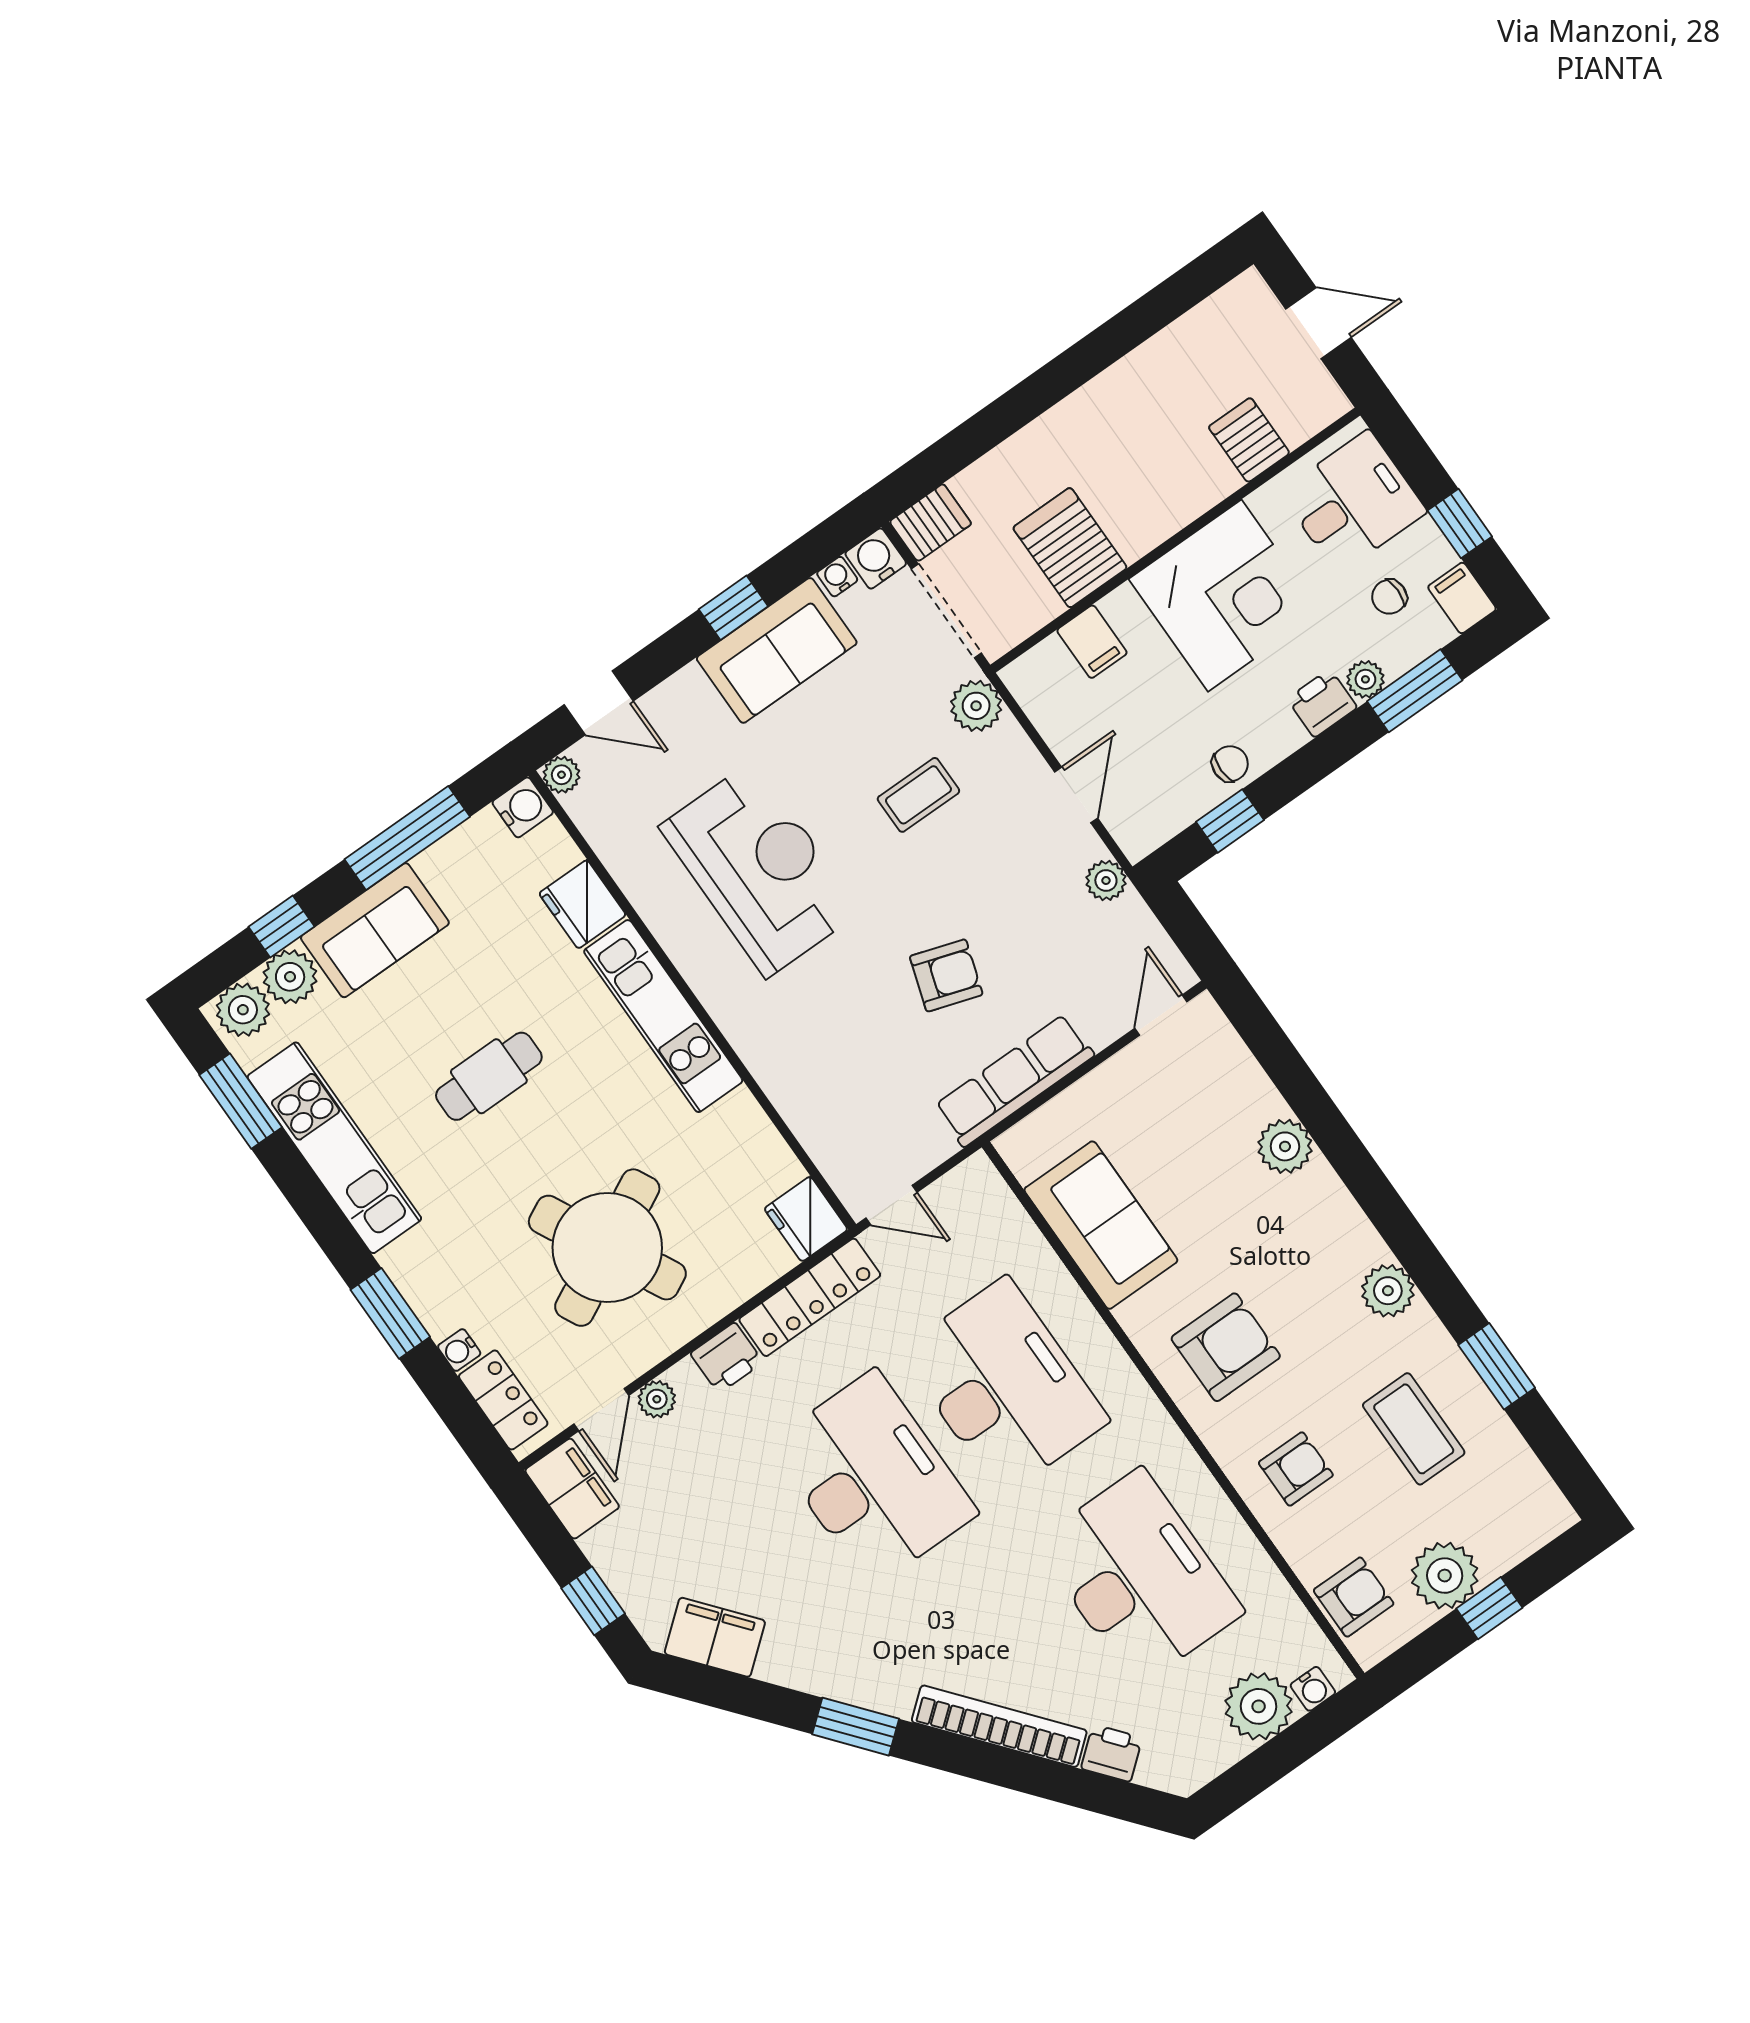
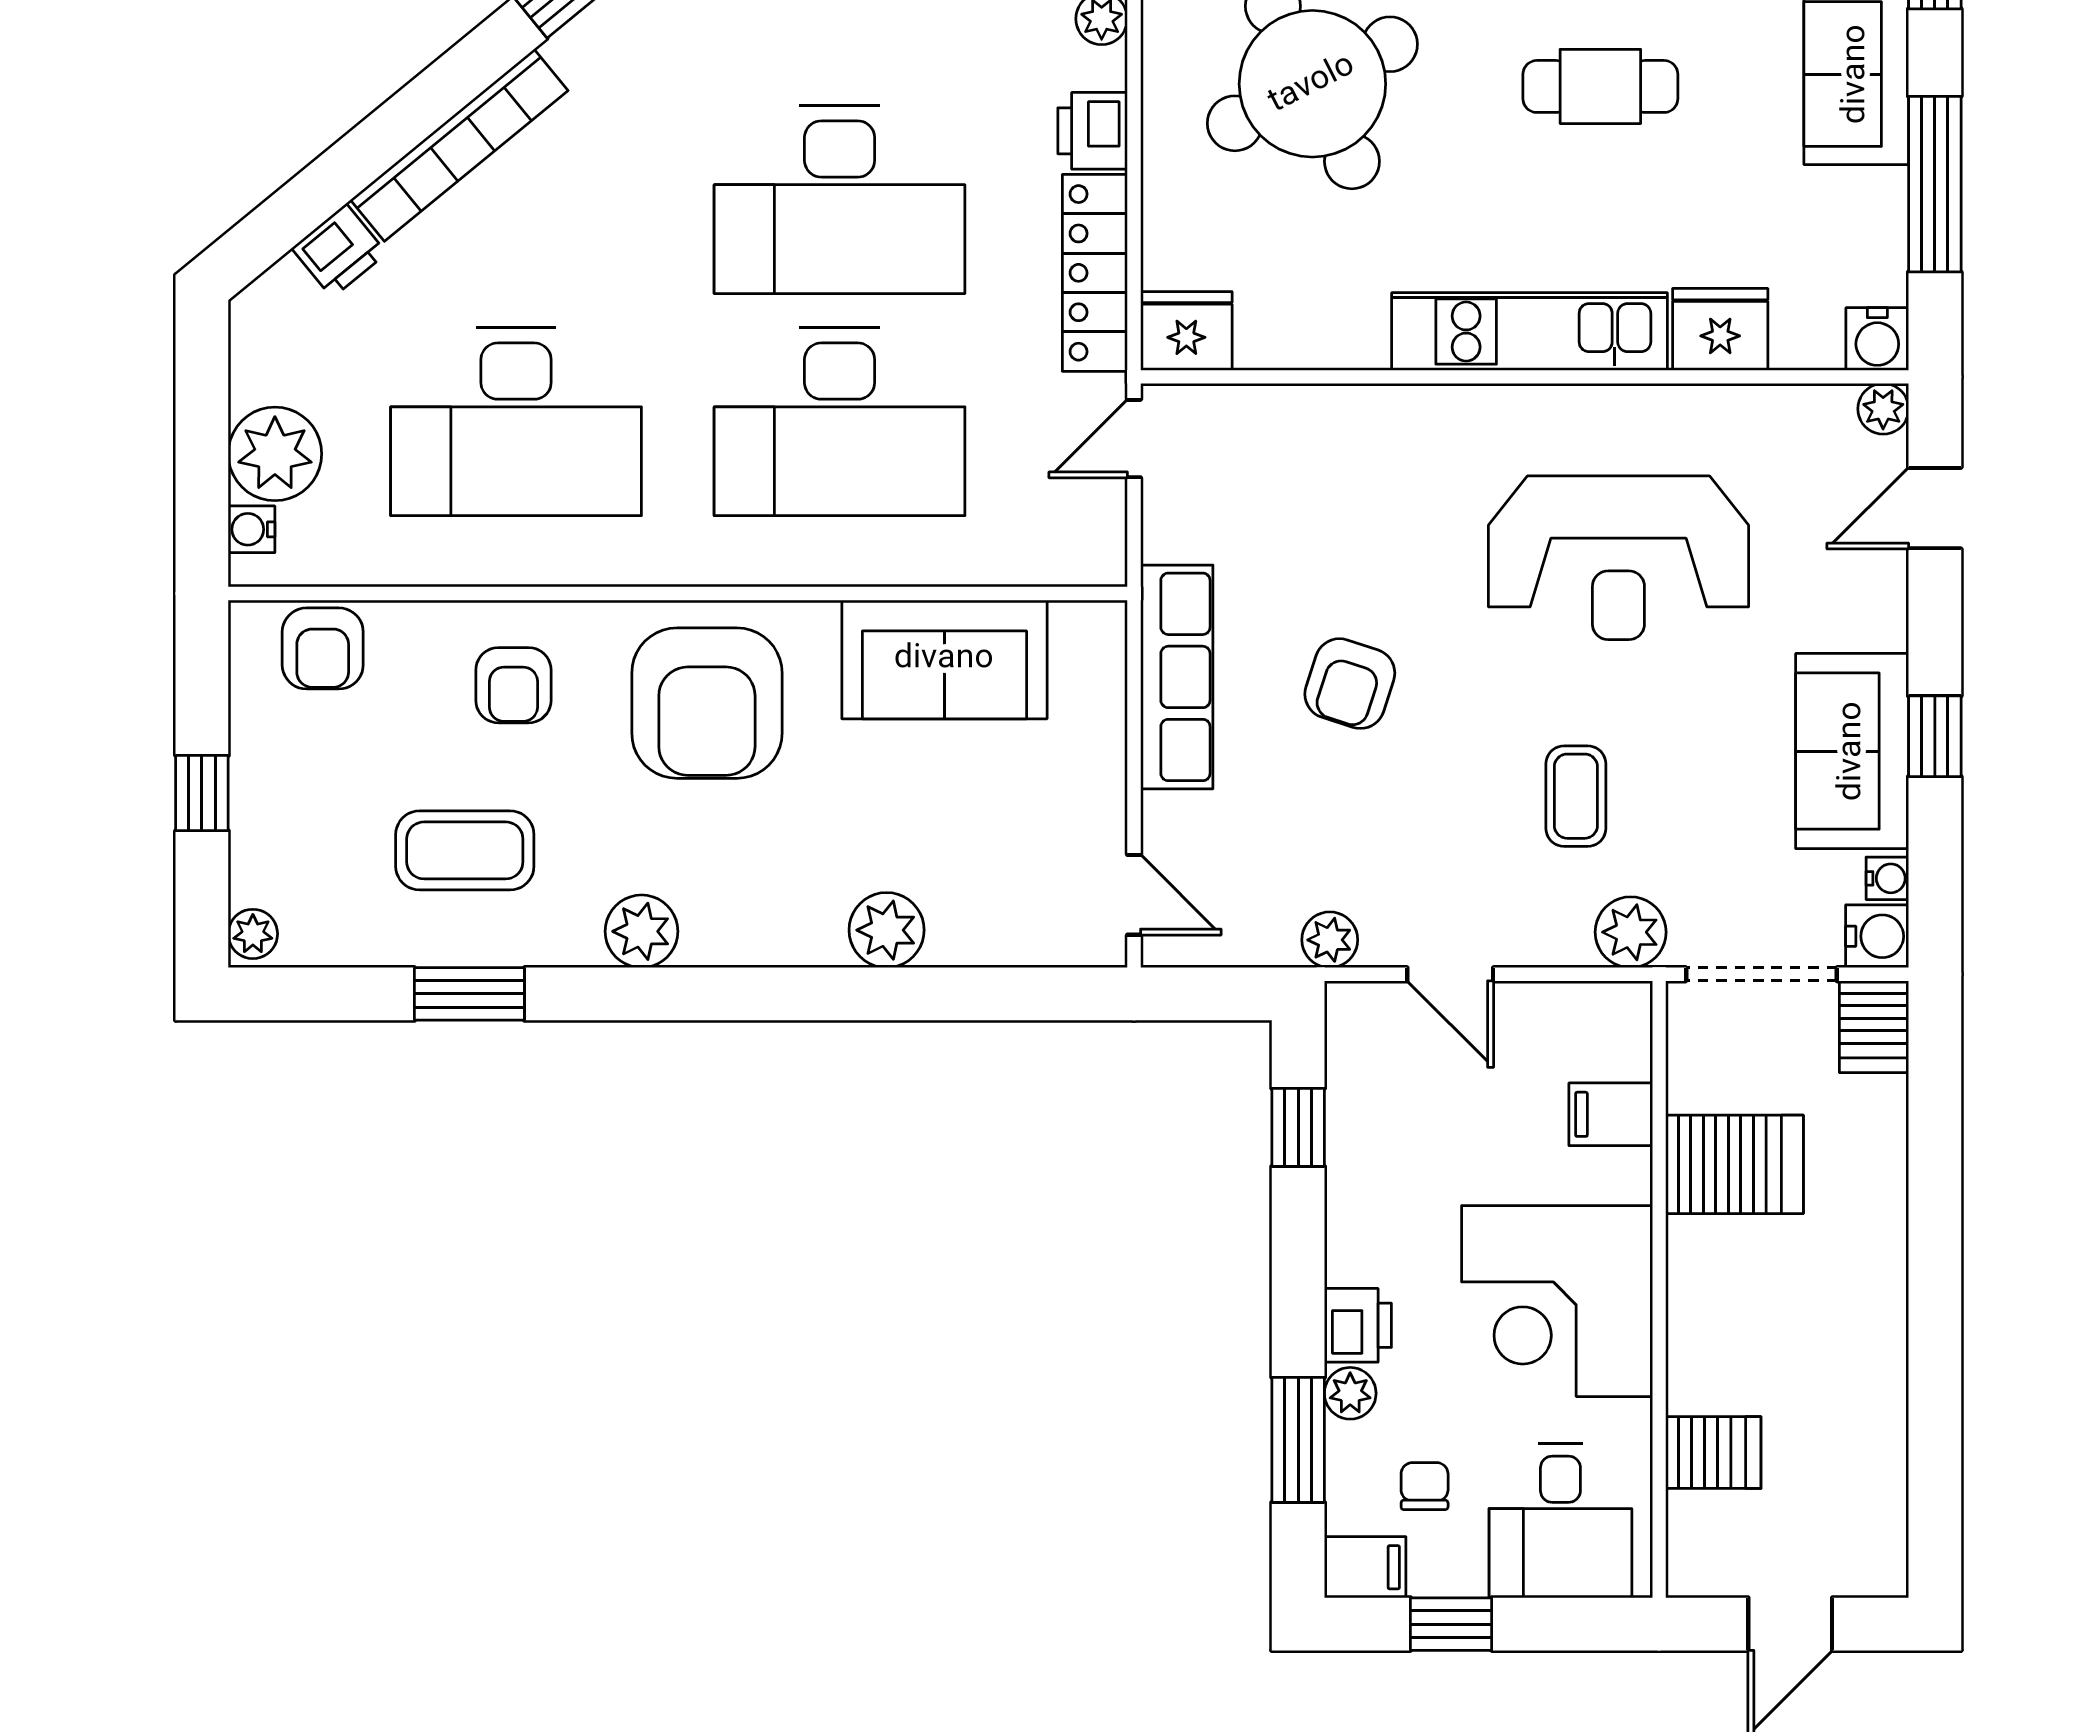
chair: (1230, 764) -> (1363, 1173), removed
cafe table: (489, 1076) -> (1600, 86), turned 90
armchair: (1226, 1347) -> (707, 703), width x1.36, depth x1.36
plant: (1445, 1576) -> (253, 934), moved, width x0.53, depth x0.53

